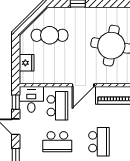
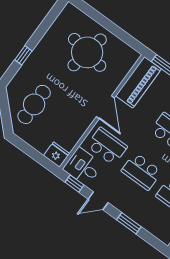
fridge: (27, 63) -> (57, 155), moved
school desk: (57, 142) -> (142, 171), turned 90

